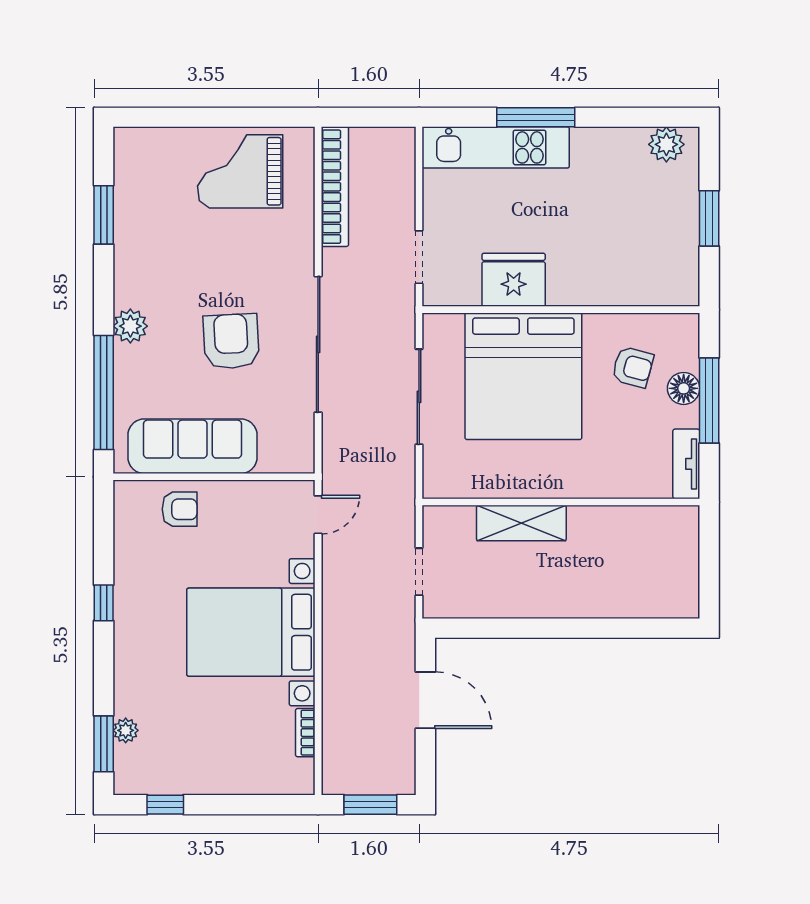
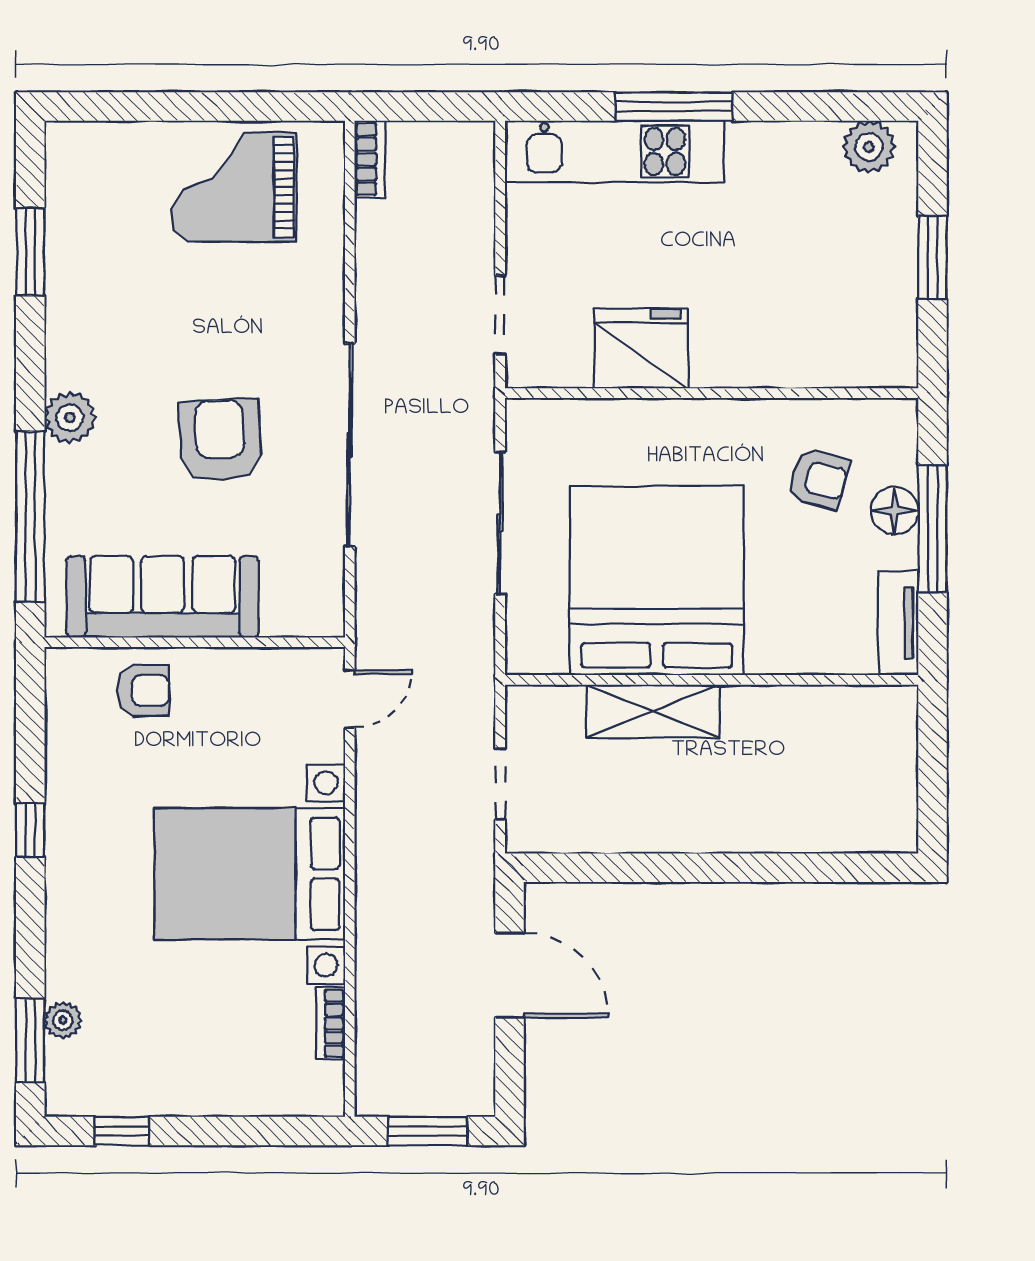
bookcase: (335, 187) -> (370, 159), width x0.43, depth x0.76
bed: (523, 376) -> (657, 581), moved, turned 180

